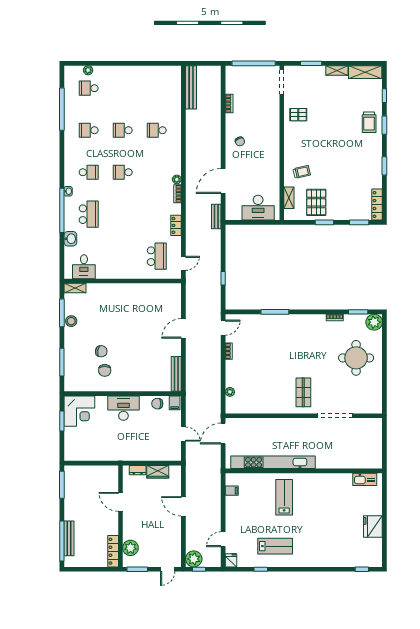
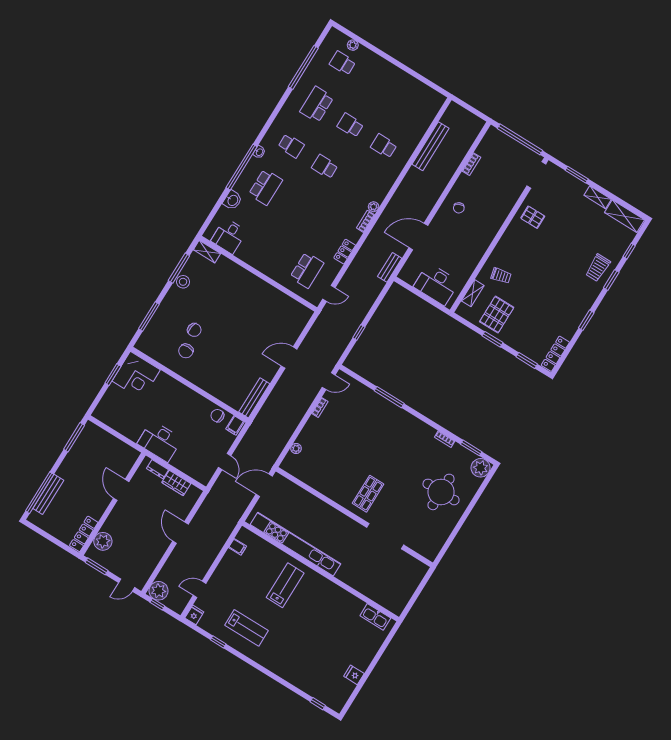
bench: (191, 87) -> (430, 146), moved
school desk: (89, 130) -> (317, 104), width x1.85
desk: (123, 408) -> (160, 441), moved, turned 180
fridge: (373, 527) -> (354, 675), width x0.53, depth x0.75

